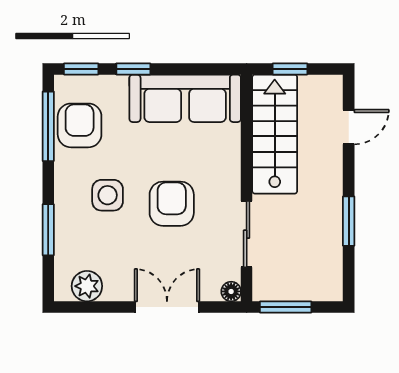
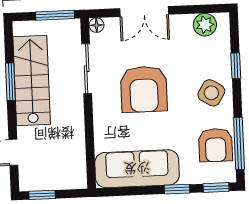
window: (290, 69) -> (42, 195), moved
stairs: (275, 134) -> (32, 81), moved, turned 180
side table: (108, 195) -> (211, 93), moved, turned 32
armchair: (172, 204) -> (144, 89), width x1.36, depth x1.36
window: (48, 230) -> (236, 66), width x0.67

